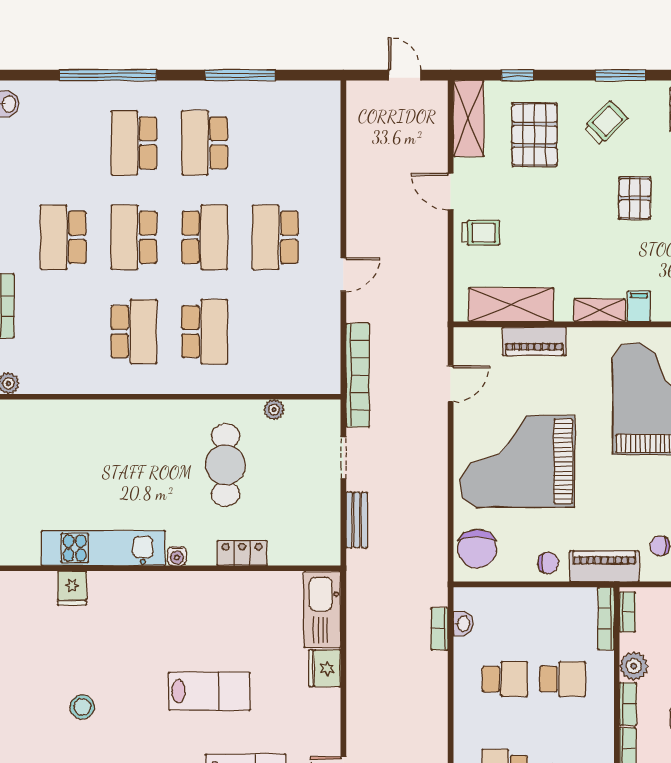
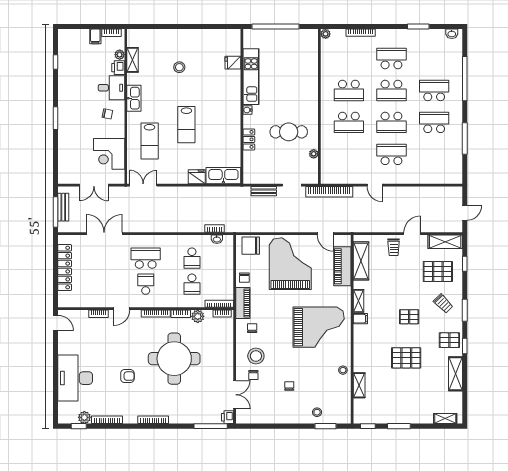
school desk: (134, 237) -> (391, 90), turned 180
piano: (534, 341) -> (342, 266), width x1.37, depth x1.33

